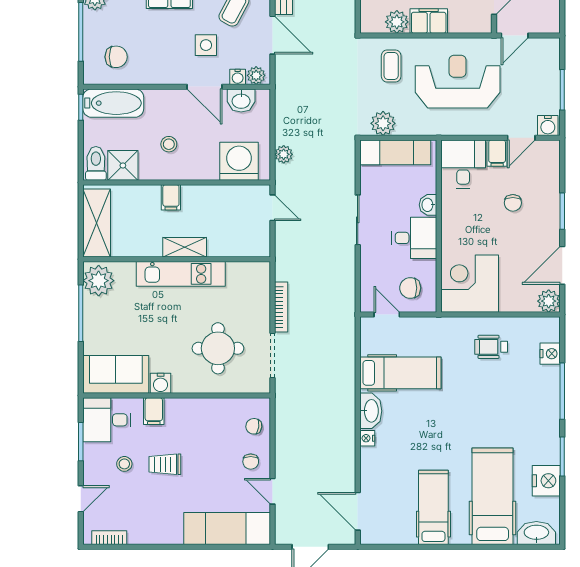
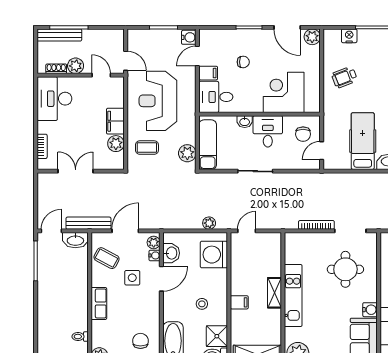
door: (521, 138) -> (197, 56), swing flipped
corner desk: (470, 284) -> (284, 92), moved, turned 90
wheelchair: (491, 347) -> (344, 77), turned 69

